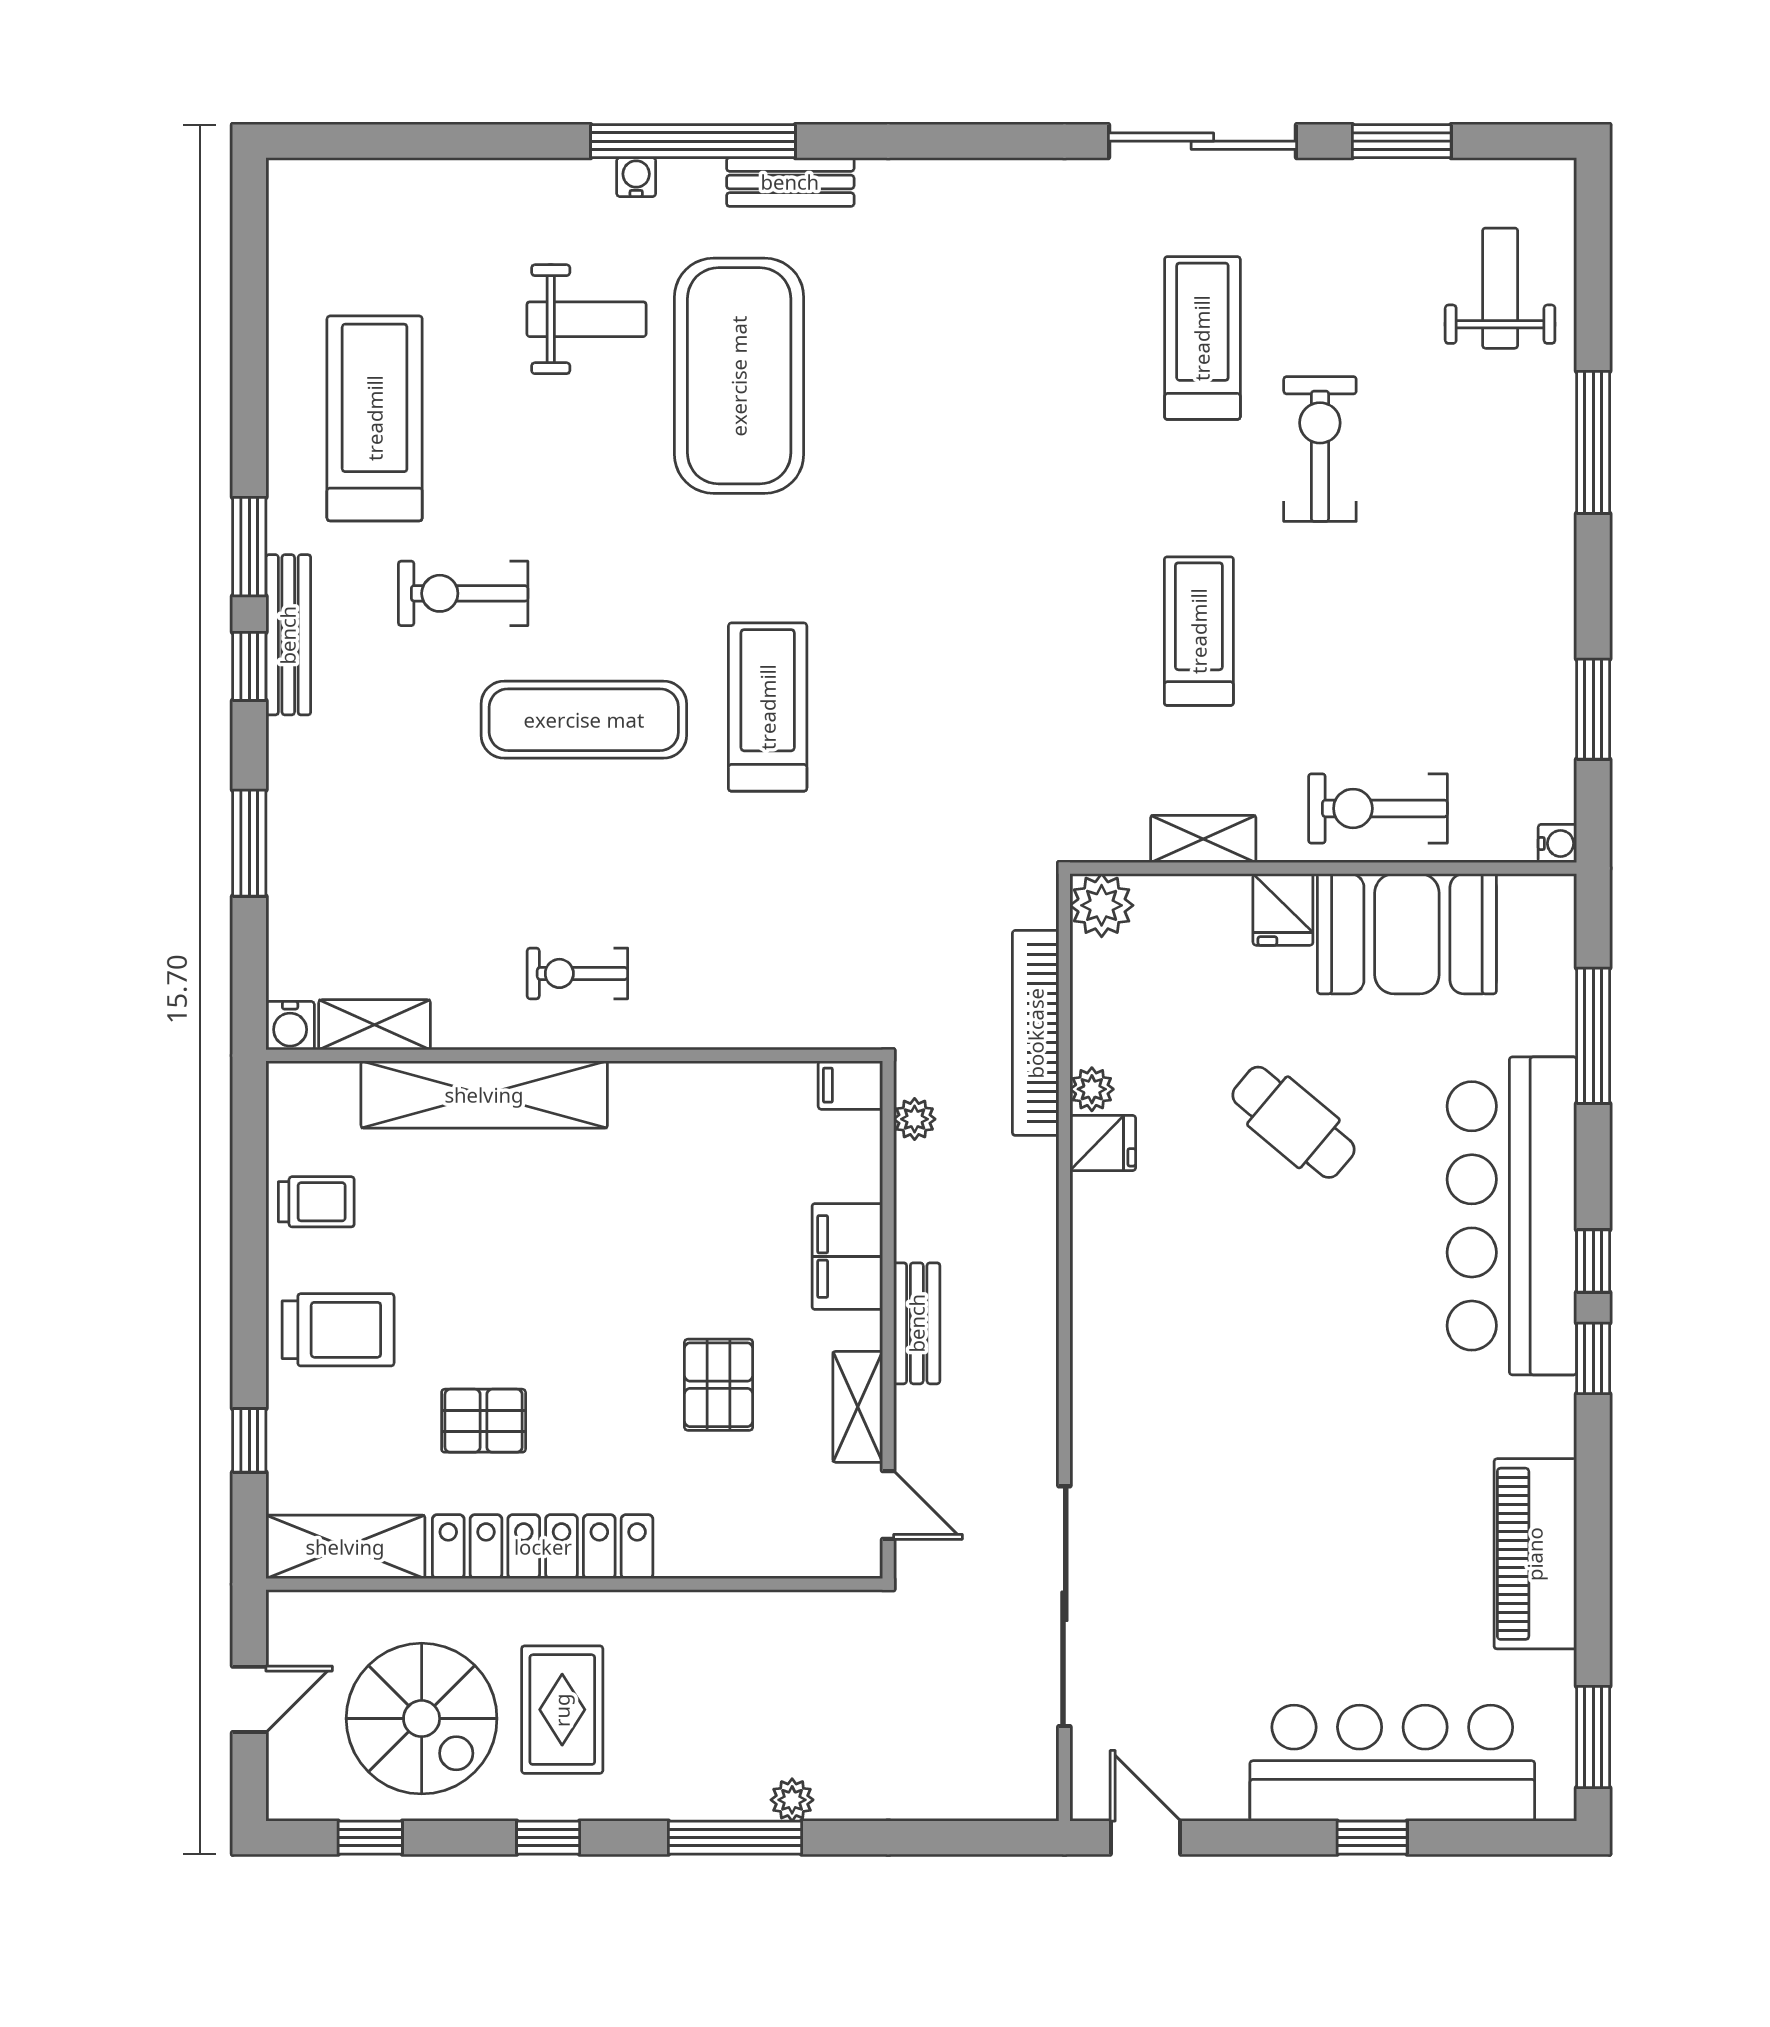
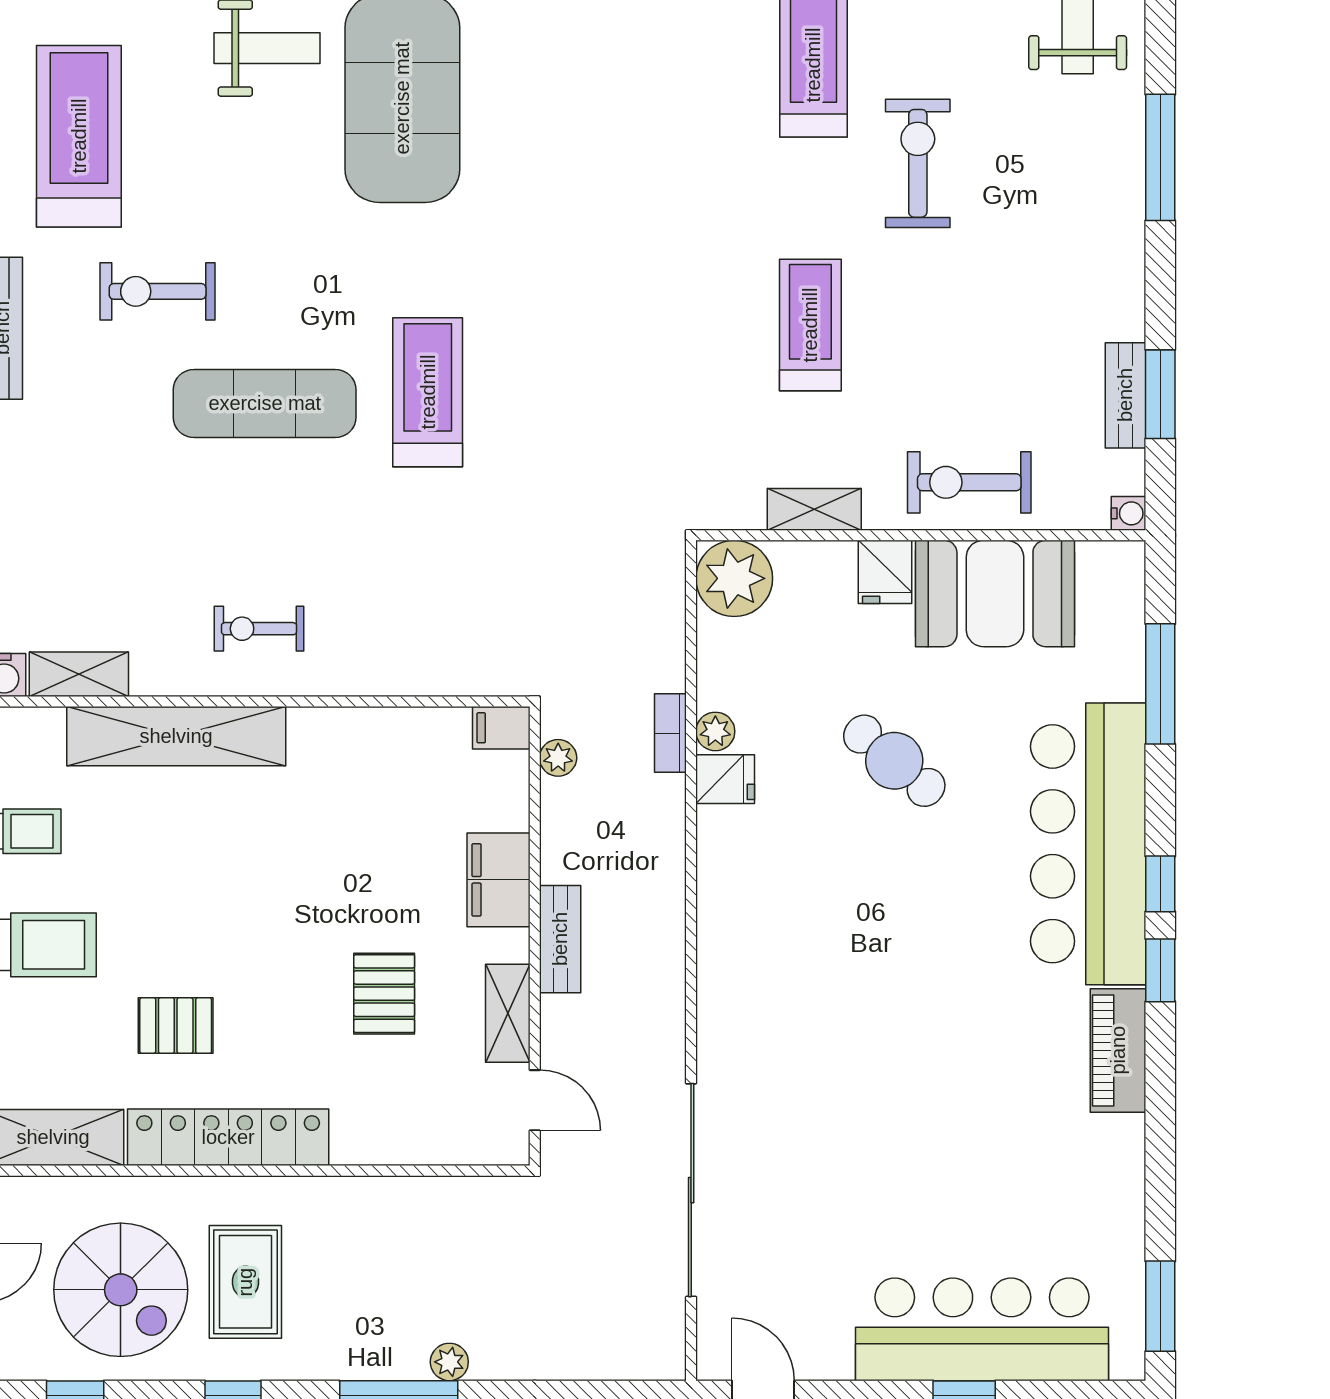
bench: (1554, 711) -> (1125, 395), added
plant: (1102, 905) -> (734, 578), width x1.36, depth x1.36
bookcase: (1036, 1033) -> (670, 733), width x0.43, depth x0.76
piano: (1535, 1554) -> (1118, 1050), moved, width x0.73, depth x0.75

